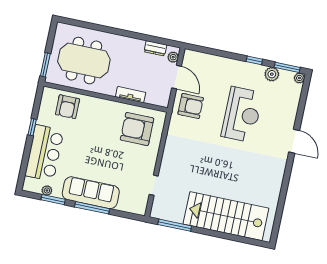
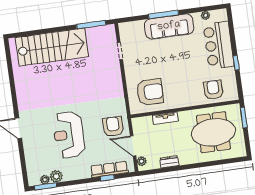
dresser: (155, 48) -> (169, 162), moved
window: (254, 60) -> (107, 178), moved
row of seats: (211, 61) -> (109, 169), added
plant: (299, 78) -> (45, 180), moved
armchair: (191, 106) -> (113, 127), turned 90
window: (53, 200) -> (198, 10), removed

